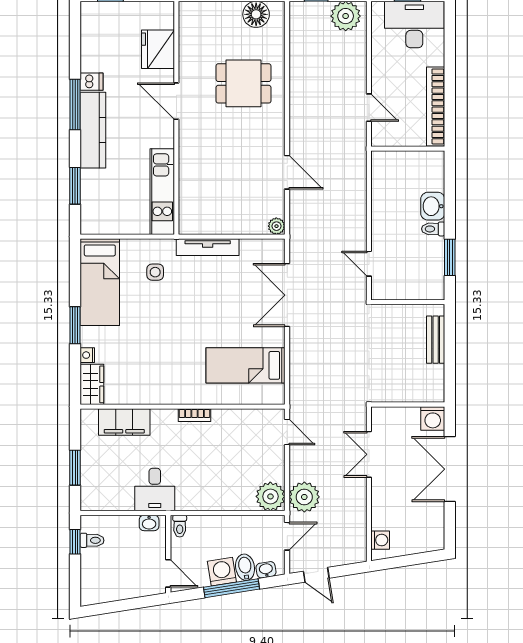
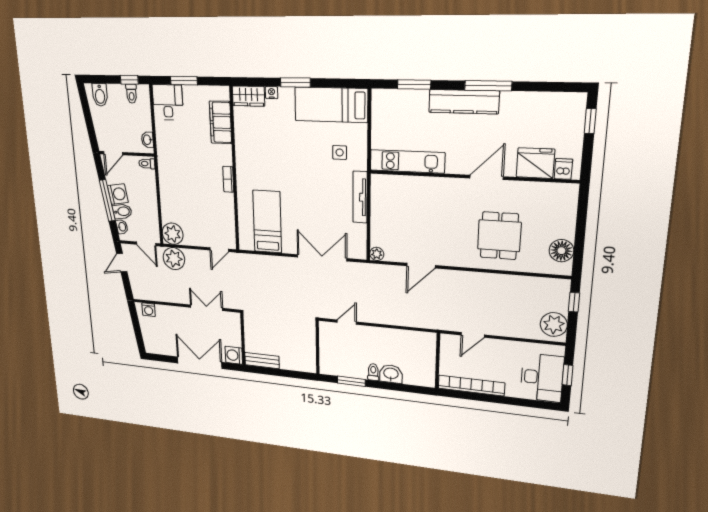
dishwasher: (92, 82) -> (563, 169), moved, turned 180
bench: (436, 340) -> (262, 361), moved
desk: (155, 490) -> (168, 102), moved, turned 90
bidet: (94, 585) -> (100, 95), added

